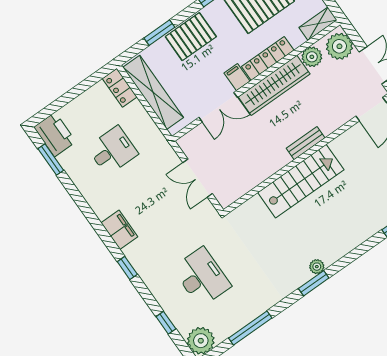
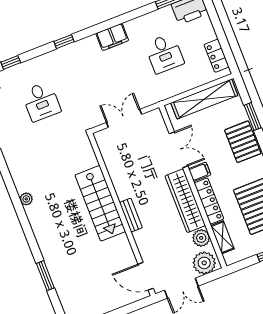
shelving: (318, 24) -> (222, 237), moved
locker: (120, 88) -> (217, 56), moved, turned -90
double door: (218, 107) -> (179, 150), swing flipped
filing cabinet: (119, 230) -> (112, 37), moved
desk: (202, 277) -> (41, 101), width x0.73
window: (314, 283) -> (13, 193), removed

